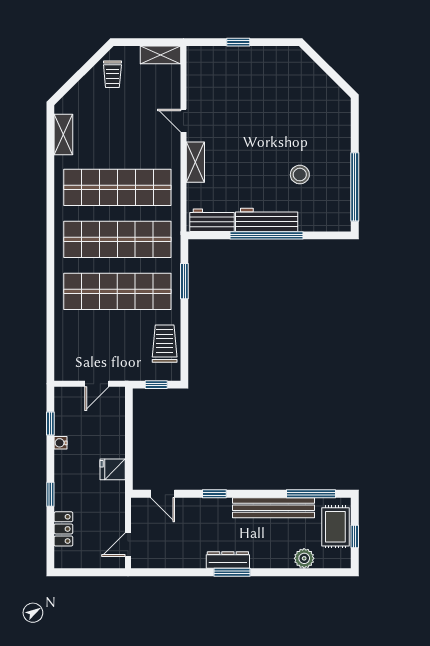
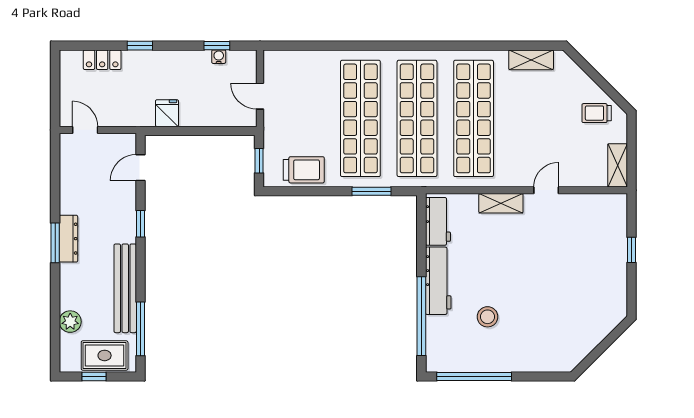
window: (267, 235) -> (421, 316), moved
water cooler: (61, 443) -> (219, 57), moved

